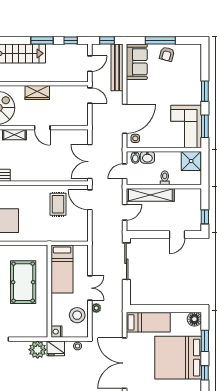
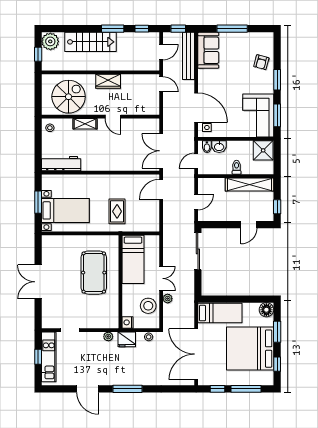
armchair: (167, 54) -> (261, 62), moved
door: (125, 119) -> (196, 108), hinge flipped
shelving: (150, 195) -> (249, 184), moved
door: (90, 200) -> (161, 190), hinge flipped
rug: (58, 204) -> (117, 211), moved
plant: (38, 350) -> (108, 336), width x0.53, depth x0.53

